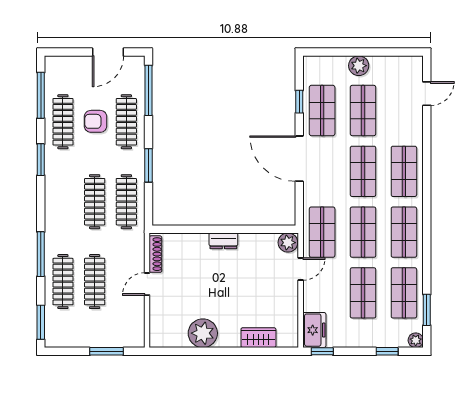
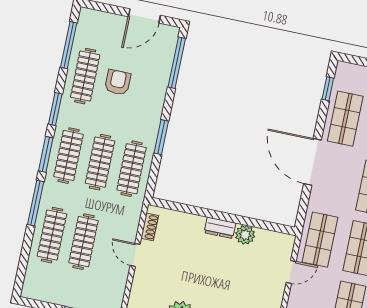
window: (299, 102) -> (328, 89), moved
armchair: (96, 121) -> (118, 82), turned 90
clothes rail: (126, 122) -> (69, 156), moved
plant: (288, 243) -> (245, 235), moved
shoe rack: (155, 254) -> (150, 227), width x0.70
door: (147, 284) -> (135, 255), hinge flipped
window: (41, 322) -> (46, 154), moved

